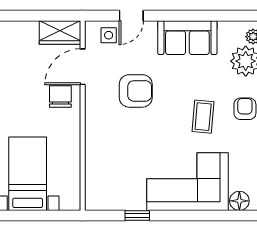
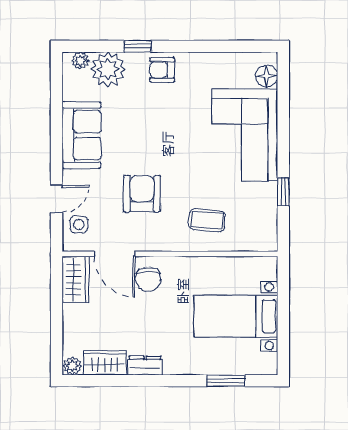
door: (131, 16) -> (57, 199), hinge flipped
chair: (60, 96) -> (148, 279), turned -90
coffee table: (203, 117) -> (207, 220), moved

